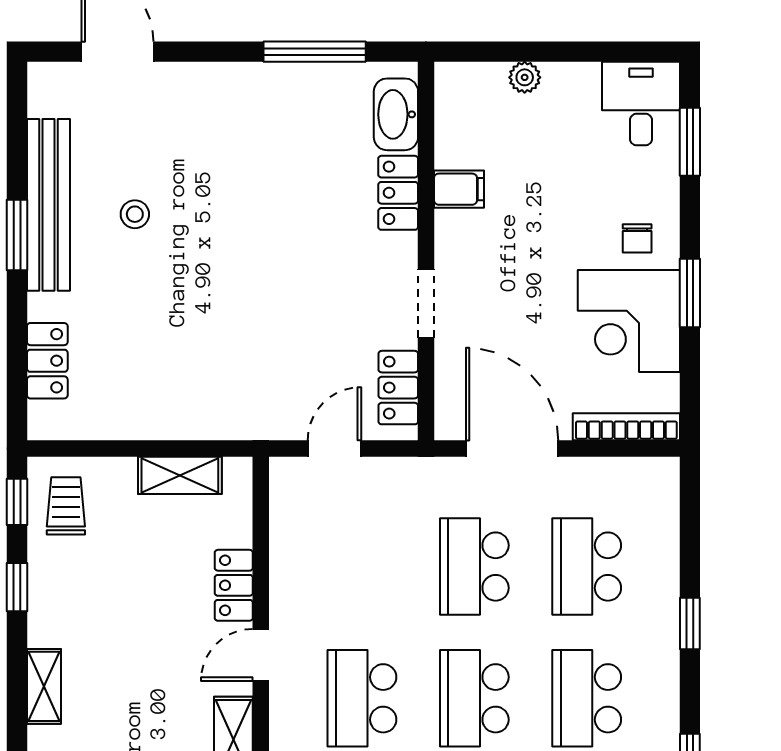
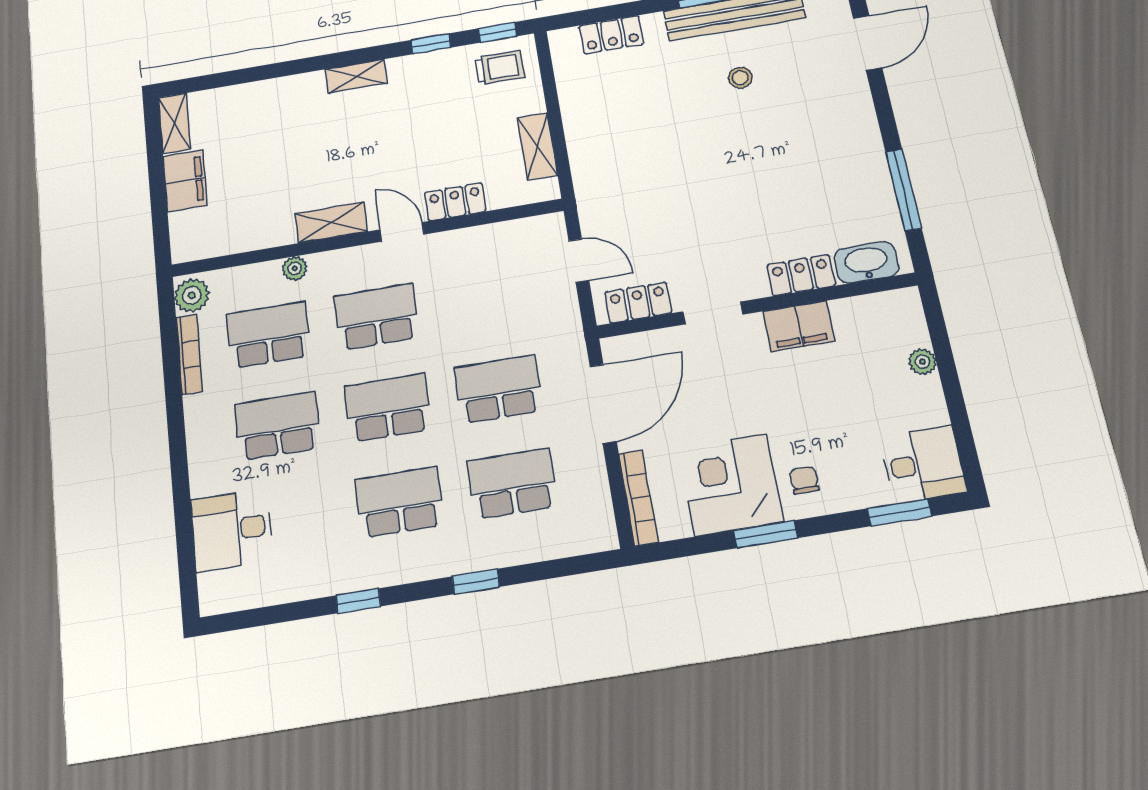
filing cabinet: (459, 189) -> (799, 326), width x2.00
chair: (637, 238) -> (804, 480), turned 90

